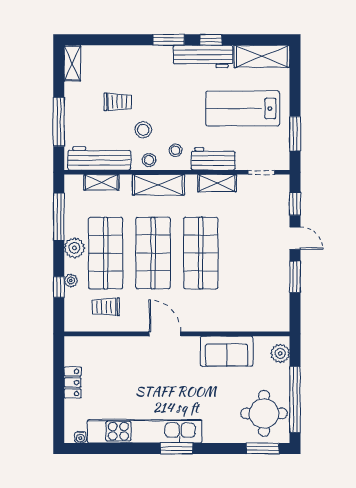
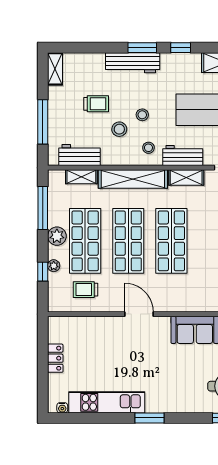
workbench: (203, 56) -> (133, 63), moved
workbench: (99, 158) -> (79, 155), width x0.73
stool: (149, 160) -> (142, 115), moved
shelving: (158, 185) -> (133, 179), width x1.47
kitchen unit: (145, 431) -> (107, 402), width x0.73

